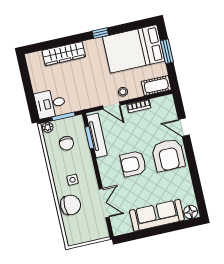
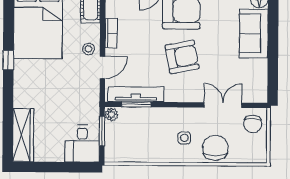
wardrobe: (64, 54) -> (23, 135), moved
plant: (48, 127) -> (111, 115), moved
chair: (66, 143) -> (253, 124), moved, turned 90
armchair: (133, 164) -> (182, 57), turned -101
sofa: (157, 215) -> (254, 34), width x0.73

